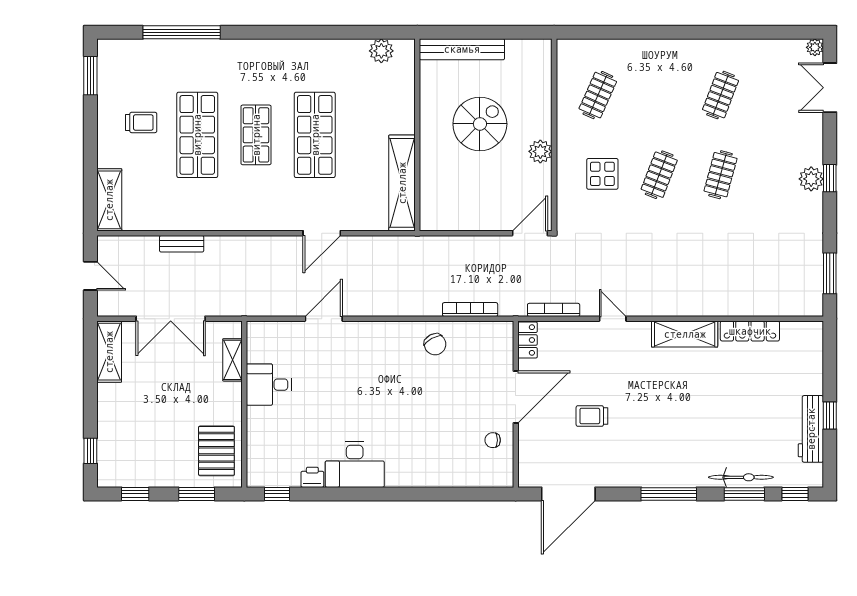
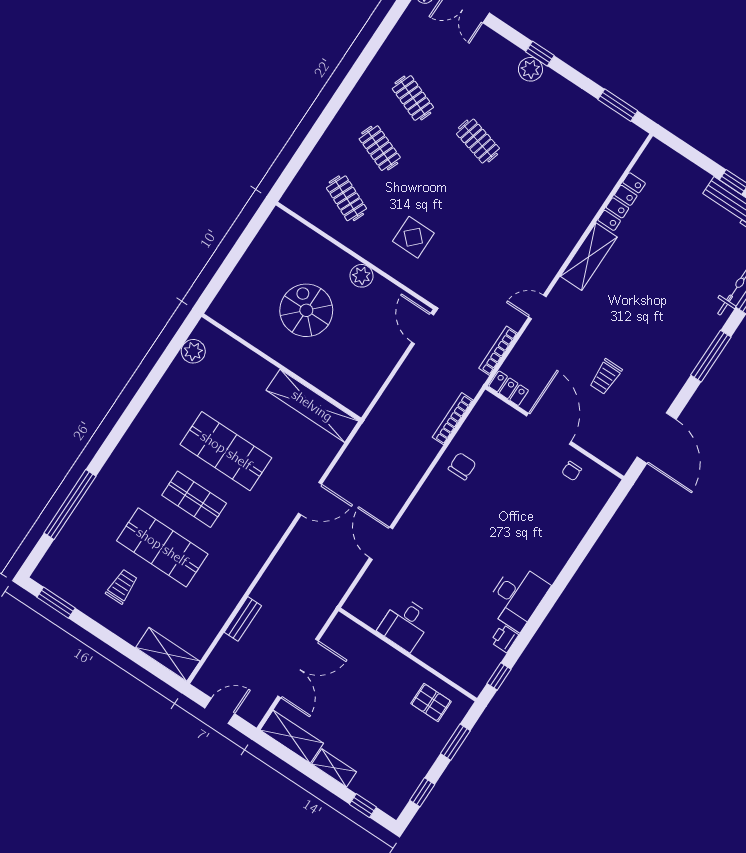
bench: (462, 49) -> (236, 285), removed
clothes rail: (659, 175) -> (380, 148), moved
door: (322, 233) -> (310, 499), hinge flipped
chair: (435, 344) -> (462, 466), turned -62
shelving: (233, 360) -> (334, 768), moved
pallet: (216, 451) -> (431, 703), width x0.67, depth x0.71

